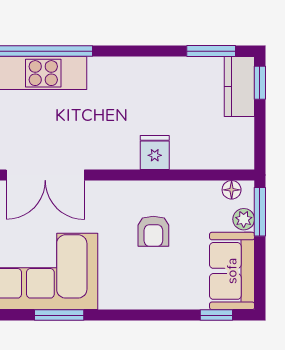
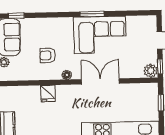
floor lamp: (232, 190) -> (67, 75), moved
armchair: (153, 231) -> (48, 55), turned -90

